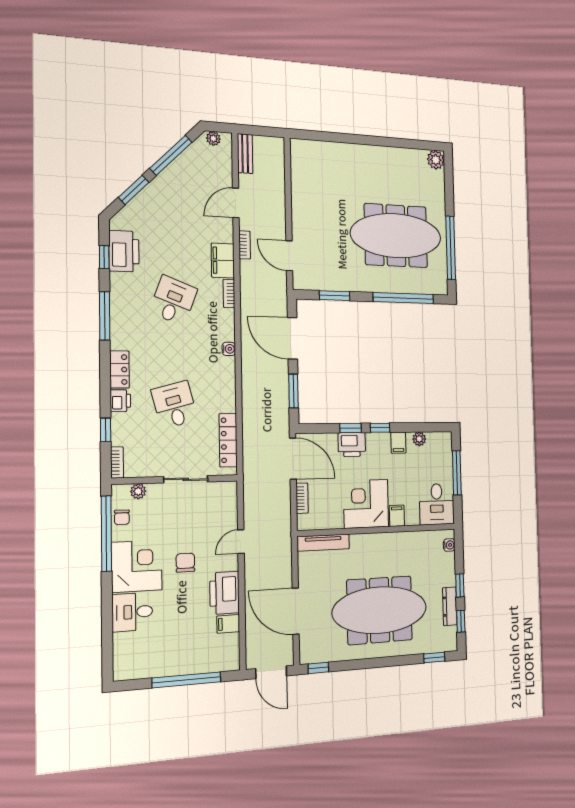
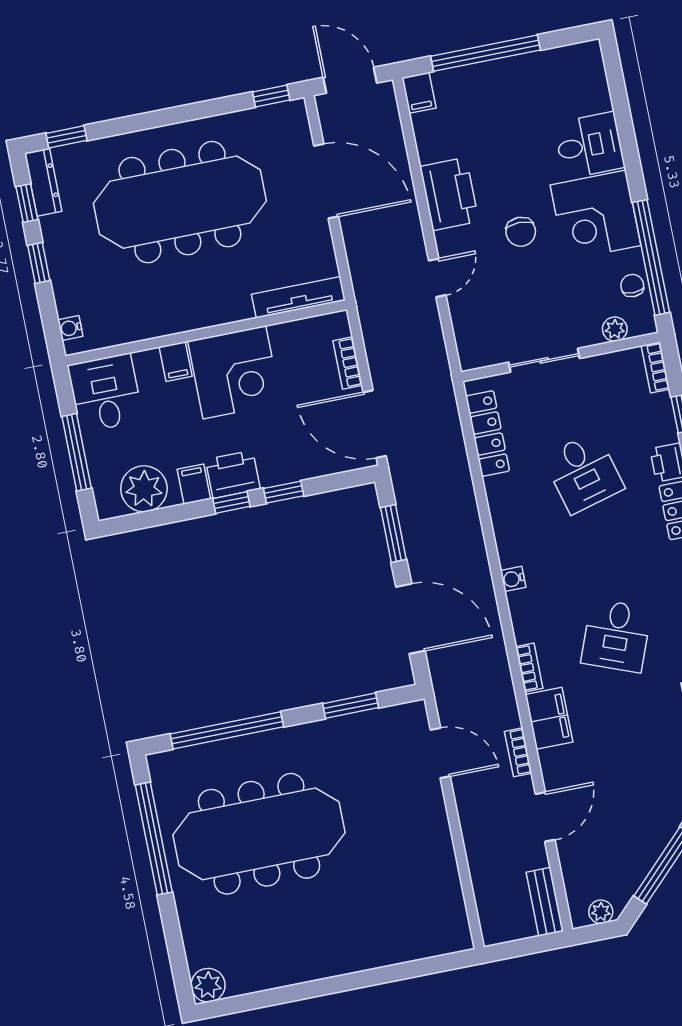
plant: (419, 439) -> (144, 489), width x1.87, depth x1.87
printer: (352, 444) -> (233, 474), moved
dresser: (450, 606) -> (43, 182), moved
filing cabinet: (228, 624) -> (419, 93), moved, turned 90

